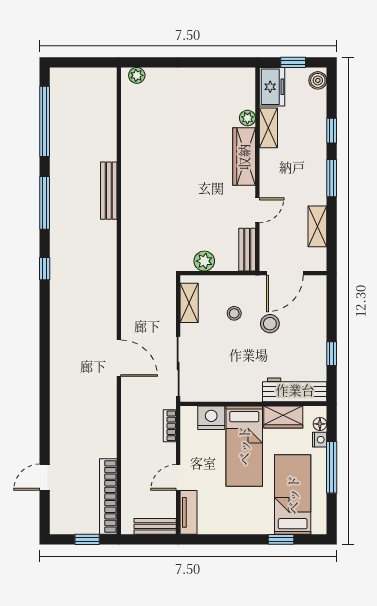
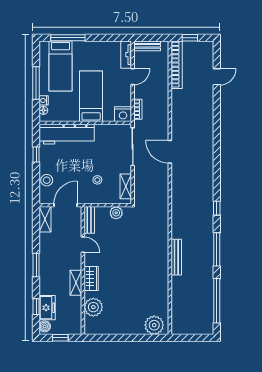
plant: (137, 75) -> (154, 325), width x1.87, depth x1.87
freezer: (272, 87) -> (47, 308), moved, turned 180
plant: (247, 118) -> (93, 307), width x1.88, depth x1.88
shelving: (268, 128) -> (76, 283), moved
window: (332, 131) -> (36, 307), moved
wardrobe: (244, 157) -> (91, 279), width x0.67
door: (257, 210) -> (83, 245), swing flipped
shelving: (317, 226) -> (45, 219), moved
stool: (270, 324) -> (47, 180), moved
workbench: (295, 390) -> (67, 134), width x1.36, depth x1.32
wardrobe: (283, 417) -> (66, 115), removed
nightstand: (211, 418) -> (123, 114), moved
window: (281, 539) -> (68, 38), width x2.17

